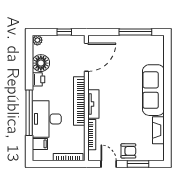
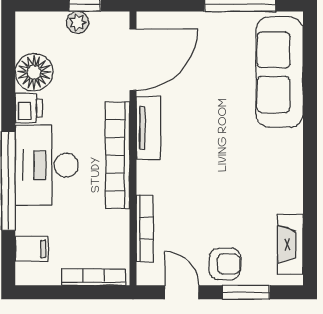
plant: (37, 40) -> (78, 22), moved
sofa: (153, 90) -> (280, 72), moved
tv unit: (93, 104) -> (148, 128), moved
desk: (47, 119) -> (47, 165), moved
fireplace: (158, 130) -> (290, 244), moved

